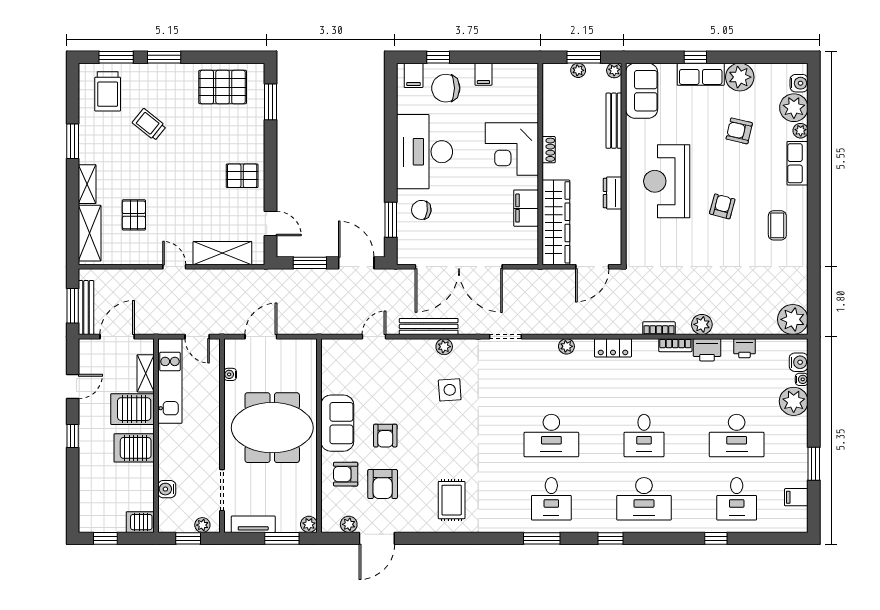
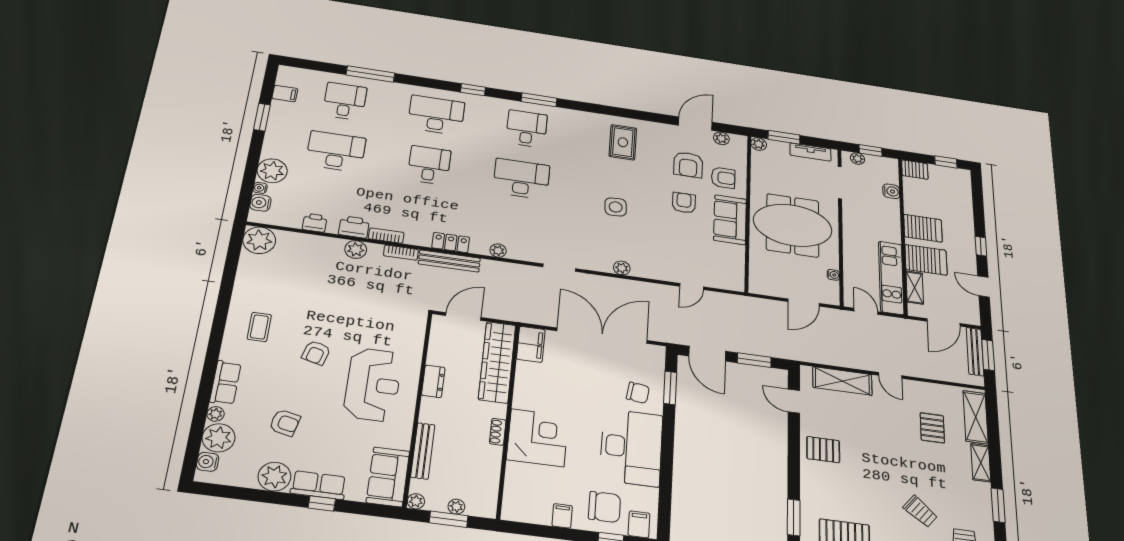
filing cabinet: (526, 208) -> (531, 344), moved
bench: (429, 326) -> (449, 261), moved
door: (73, 387) -> (984, 287), hinge flipped
side table: (450, 390) -> (616, 207), moved
armchair: (383, 484) -> (688, 165), turned 180
window: (716, 538) -> (370, 74), width x2.17

